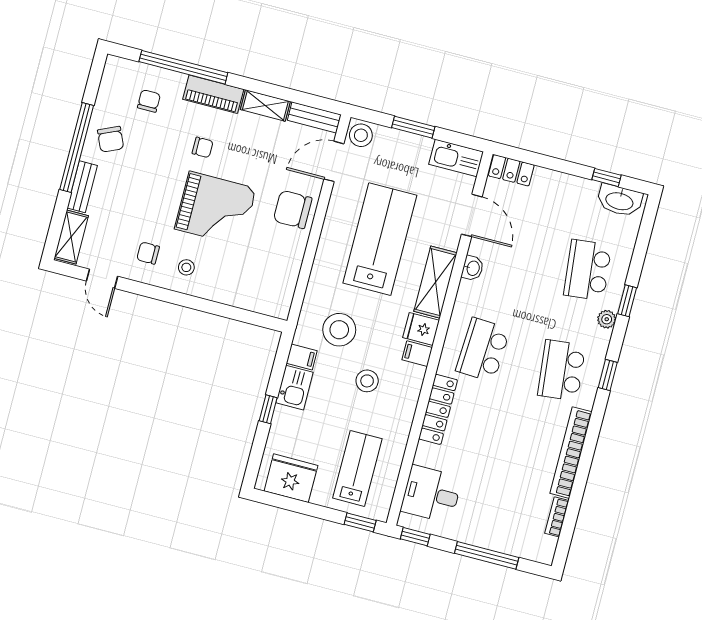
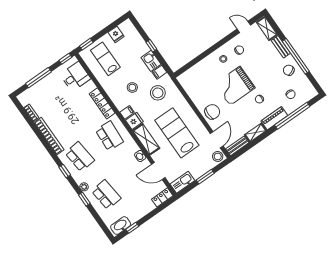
lab bench: (380, 239) -> (177, 133), turned 180
lab bench: (357, 468) -> (105, 59), turned 180
fridge: (291, 478) -> (116, 34), width x0.53, depth x0.75

